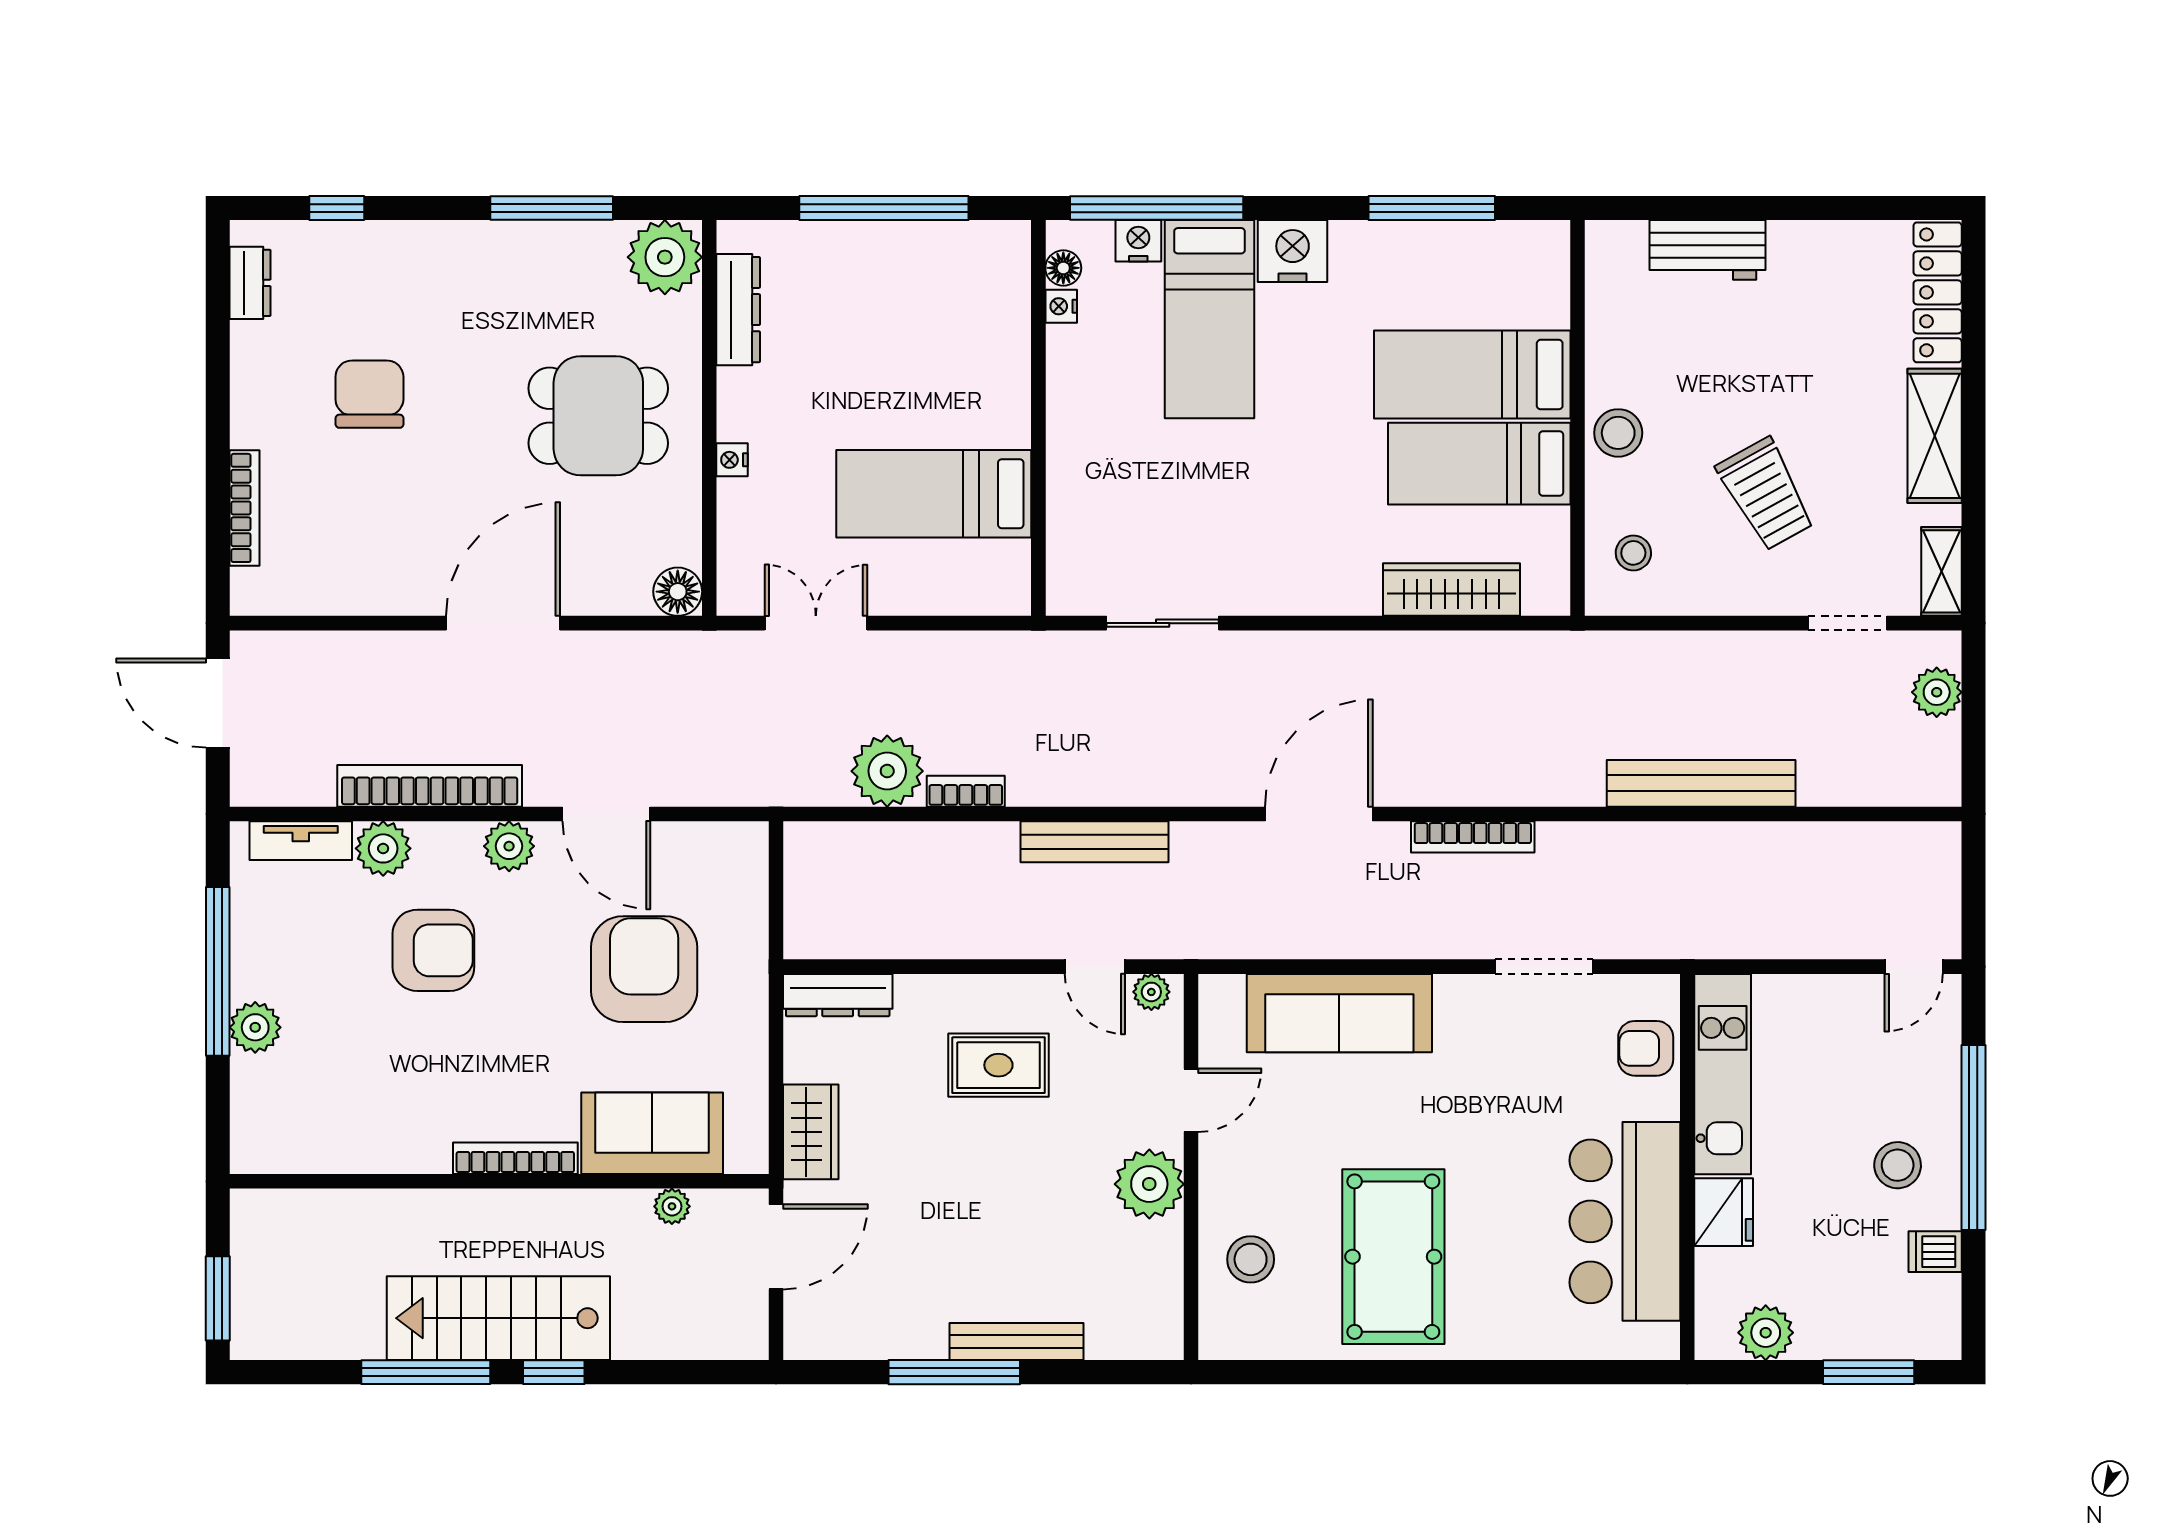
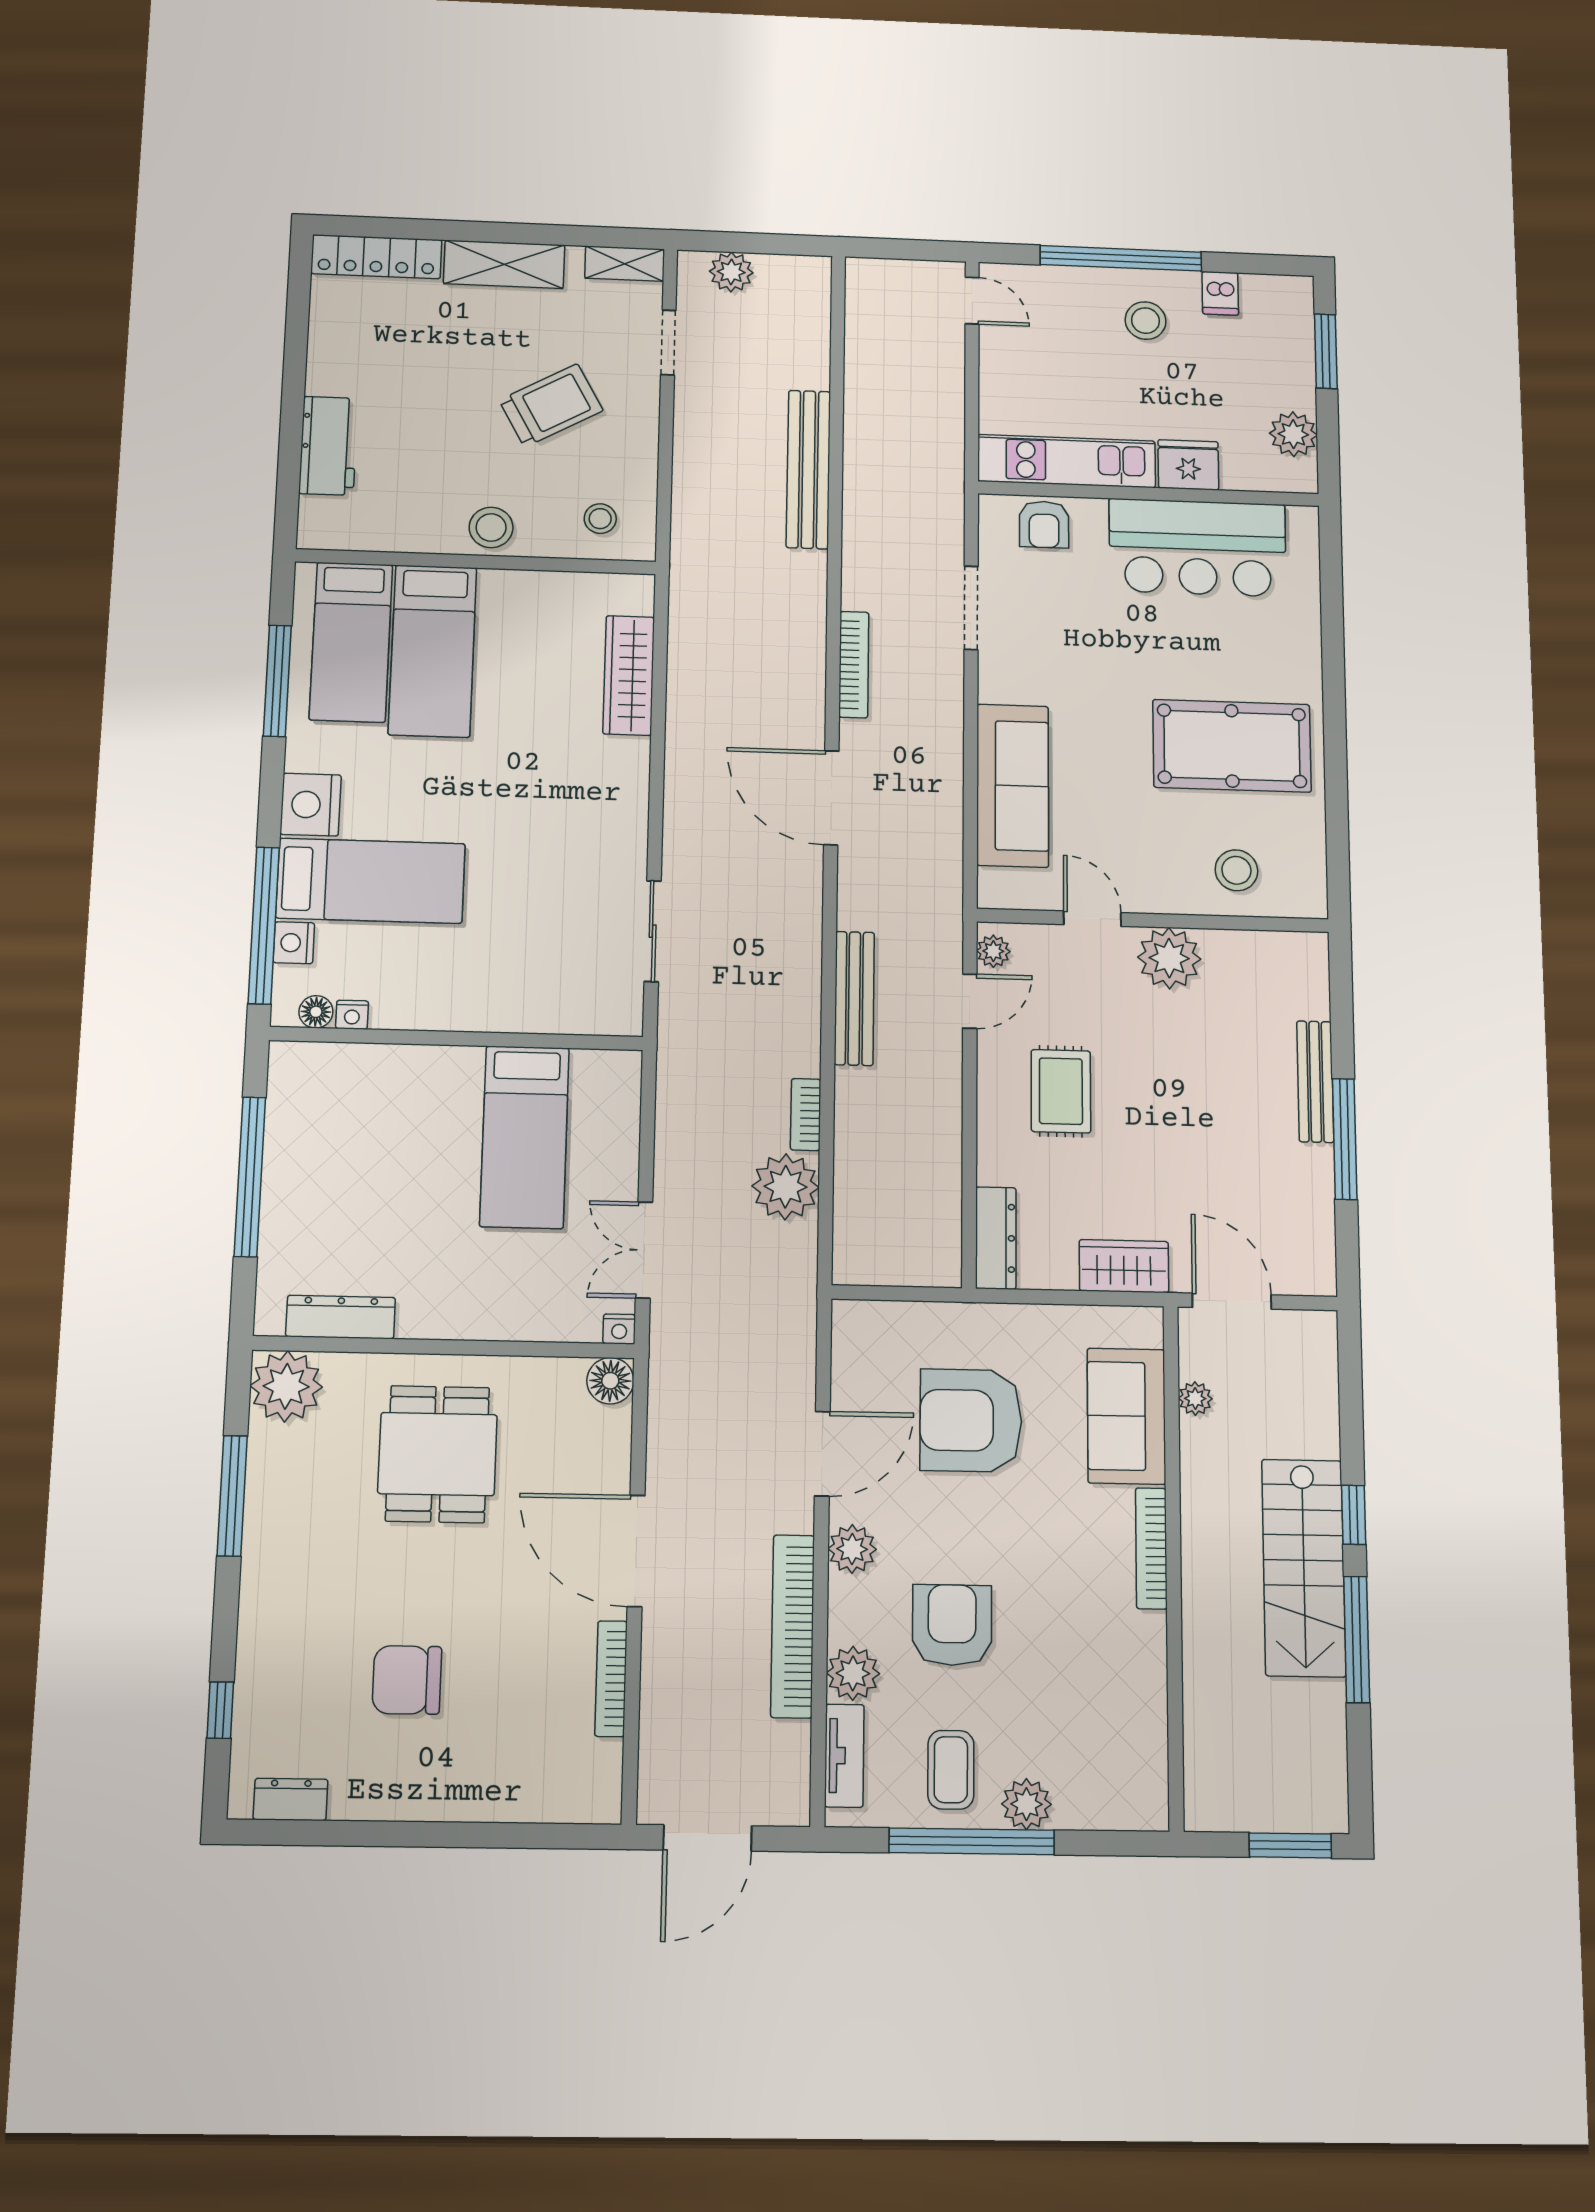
nightstand: (732, 460) -> (619, 1329), moved
bed: (1479, 464) -> (351, 642), moved
bookcase: (245, 508) -> (611, 1679), moved, turned -90
coffee table: (288, 950) -> (951, 1770), added

